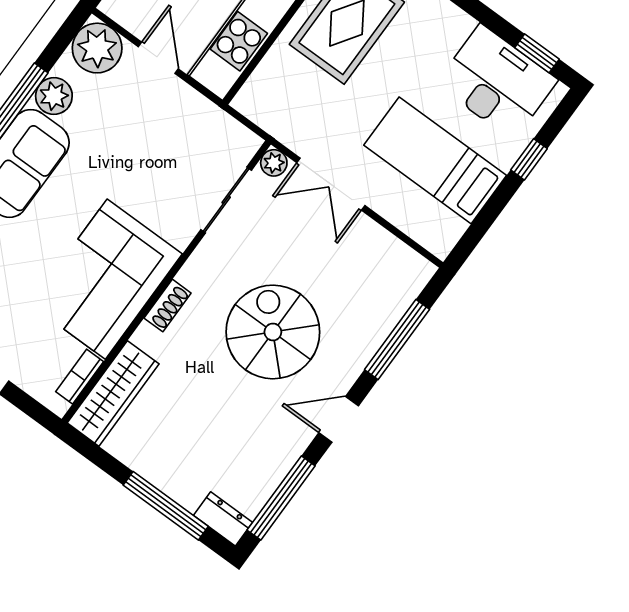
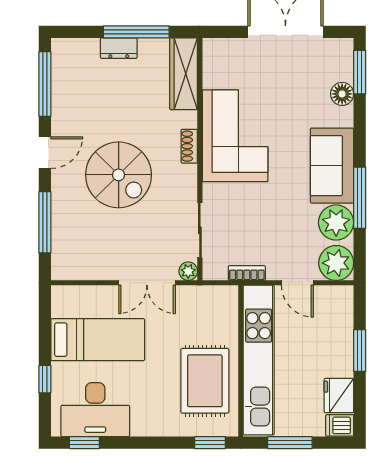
plant: (54, 96) -> (336, 223), width x1.36, depth x1.36
double door: (331, 184) -> (147, 283), swing flipped
bookcase: (80, 377) -> (247, 273), moved, turned -90
window: (166, 506) -> (136, 32), moved
dresser: (223, 519) -> (119, 48), moved

